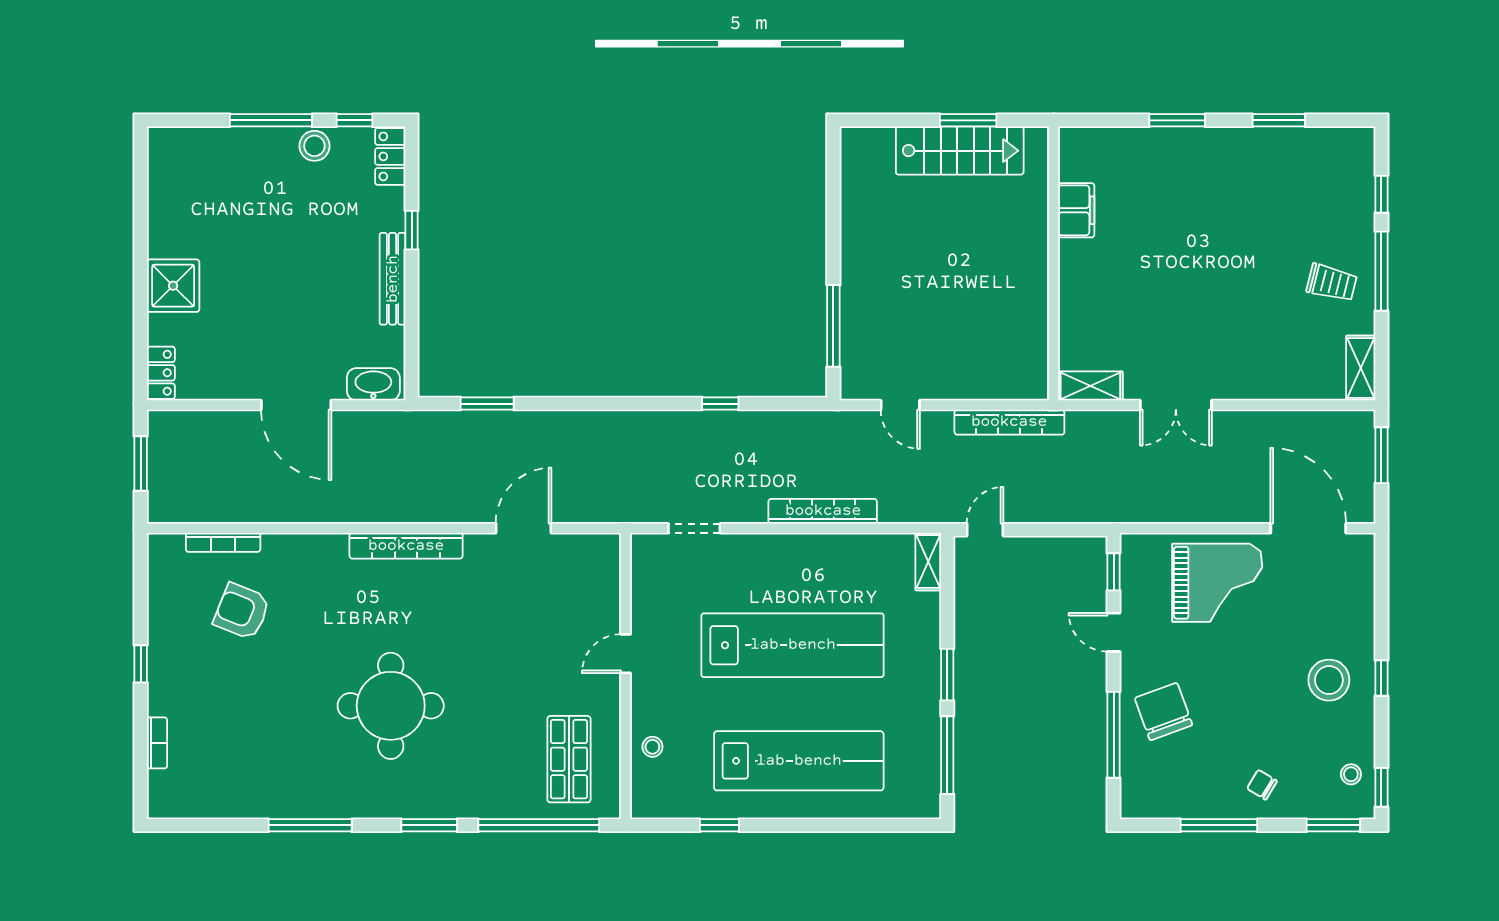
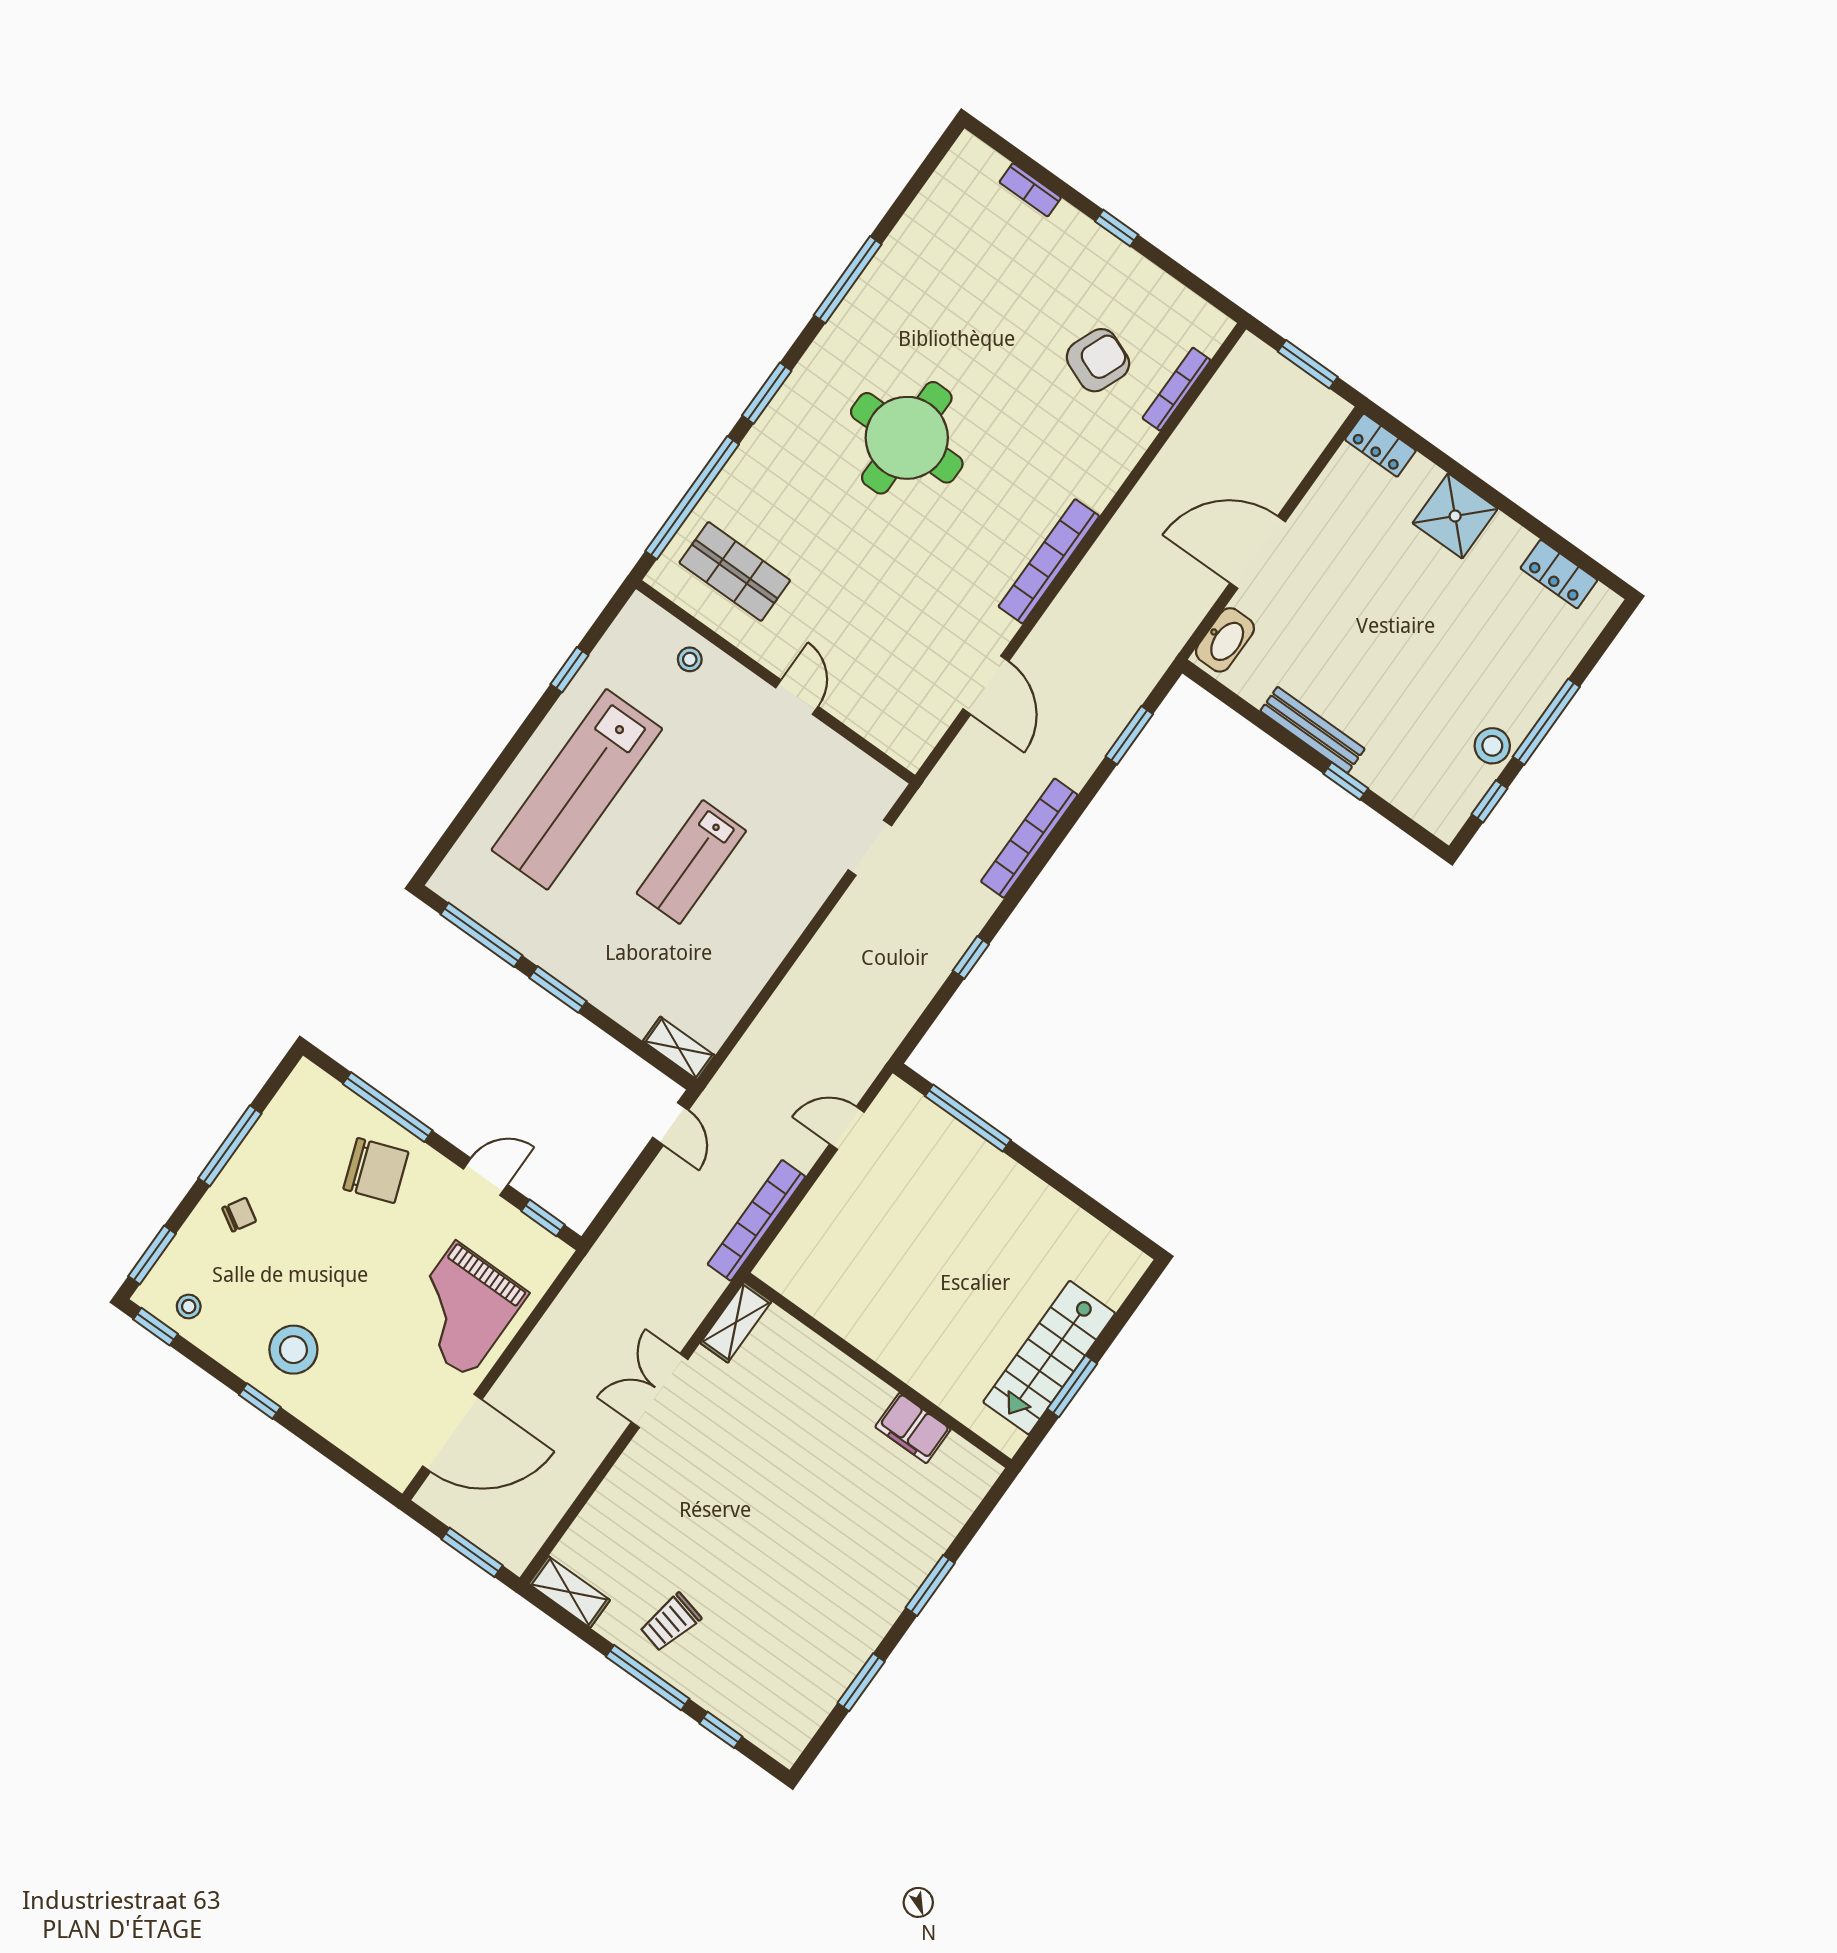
locker: (390, 156) -> (1559, 574), moved, turned 180
bookcase: (823, 511) -> (1029, 838), moved, turned 180
lab bench: (793, 645) -> (691, 862), width x0.54, depth x0.72

